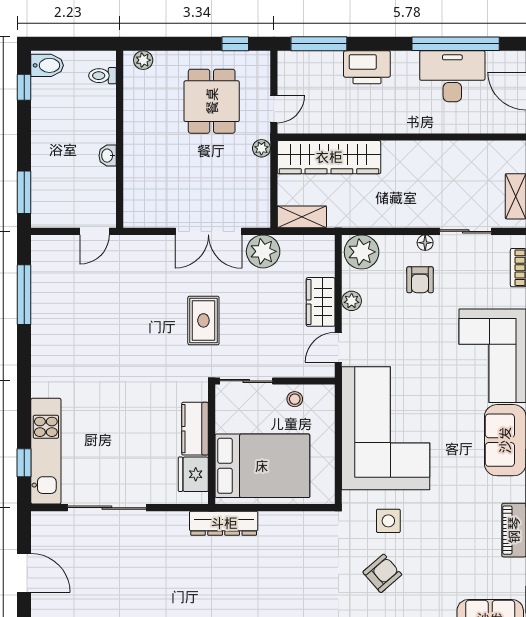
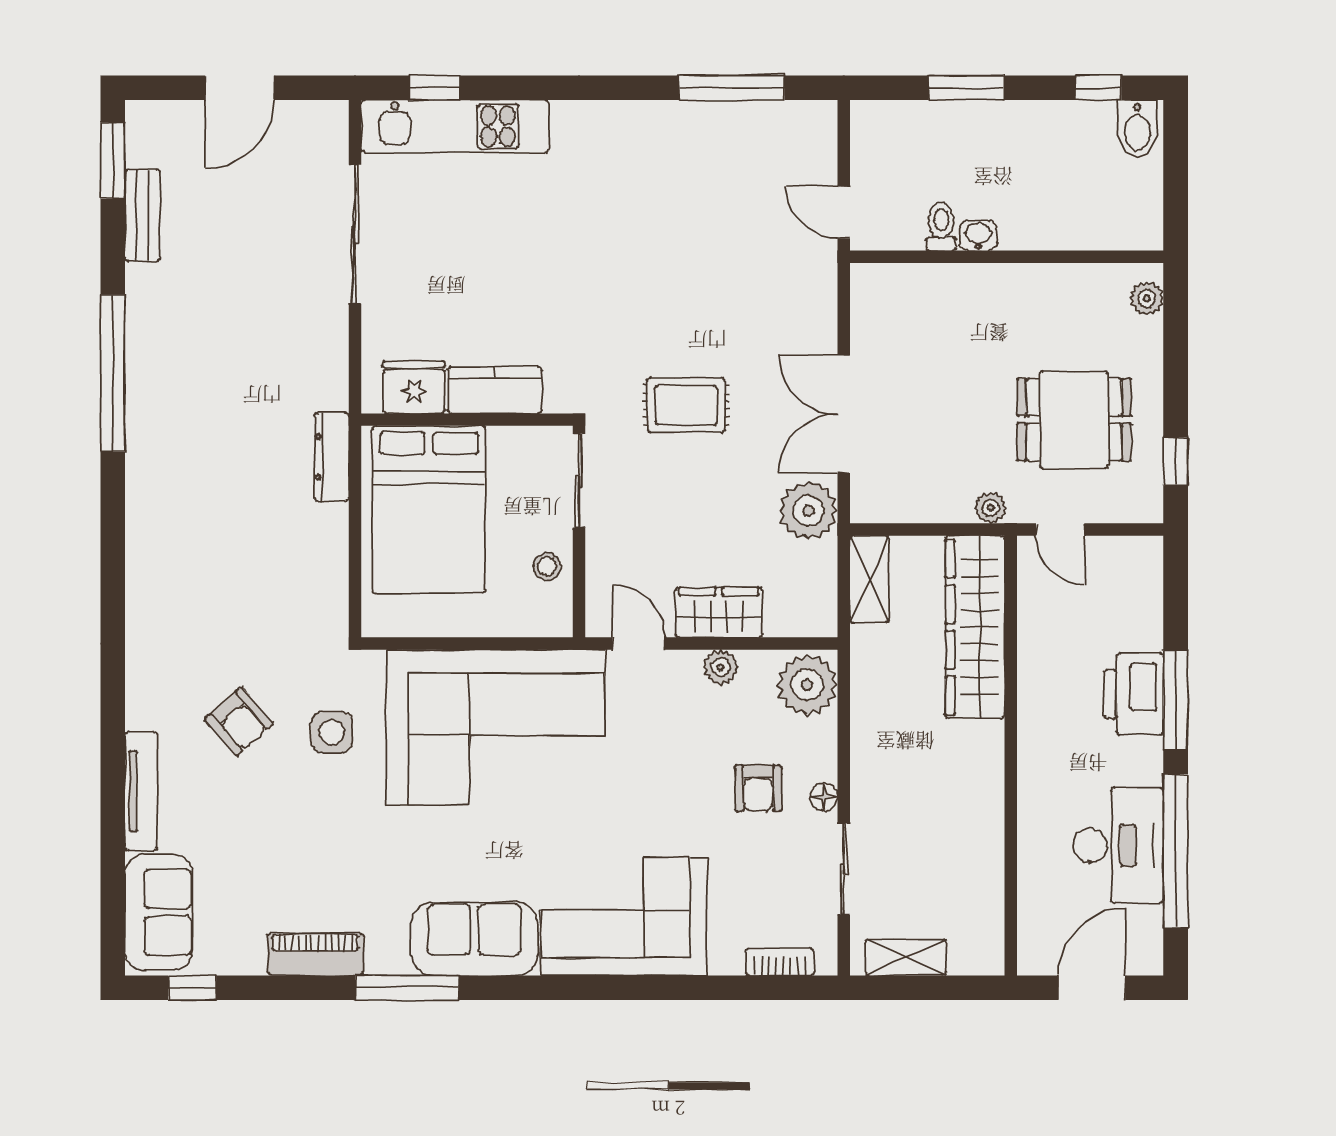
window: (319, 44) -> (1176, 700), moved
toilet: (102, 76) -> (941, 227), moved
window: (24, 192) -> (966, 88), moved
armchair: (420, 280) -> (758, 788), turned -90
dresser: (224, 523) -> (332, 457), width x0.73, depth x0.80

